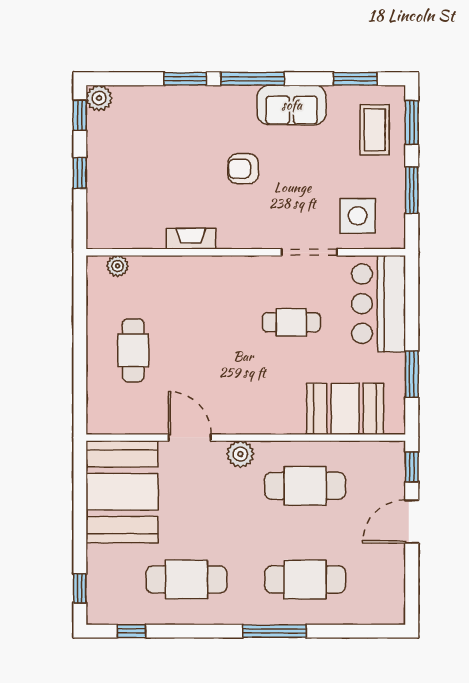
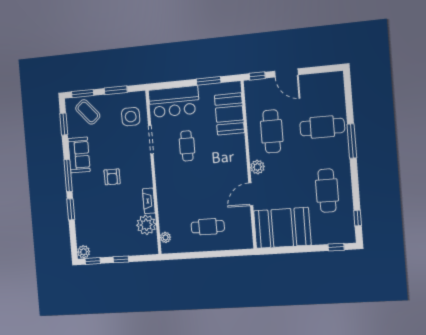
coffee table: (375, 130) -> (88, 112), turned 49
plant: (145, 230) -> (146, 225), added
cafe table: (305, 579) -> (322, 127), turned 90

